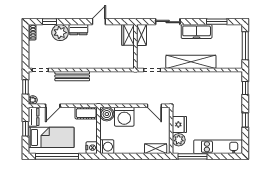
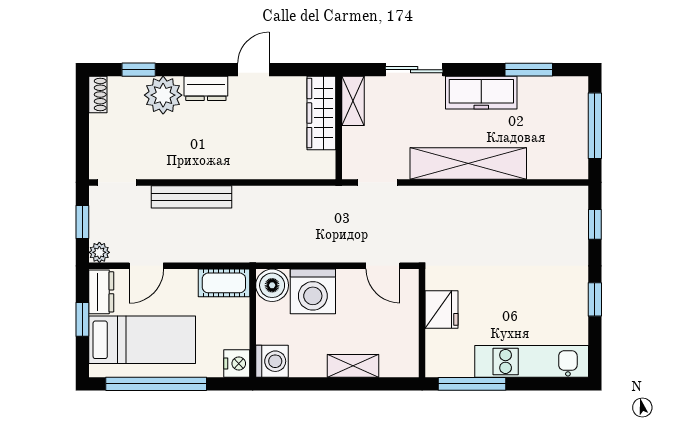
wardrobe: (128, 35) -> (321, 113), width x1.50
plant: (179, 140) -> (440, 345), removed
shelving: (156, 149) -> (353, 366), moved

